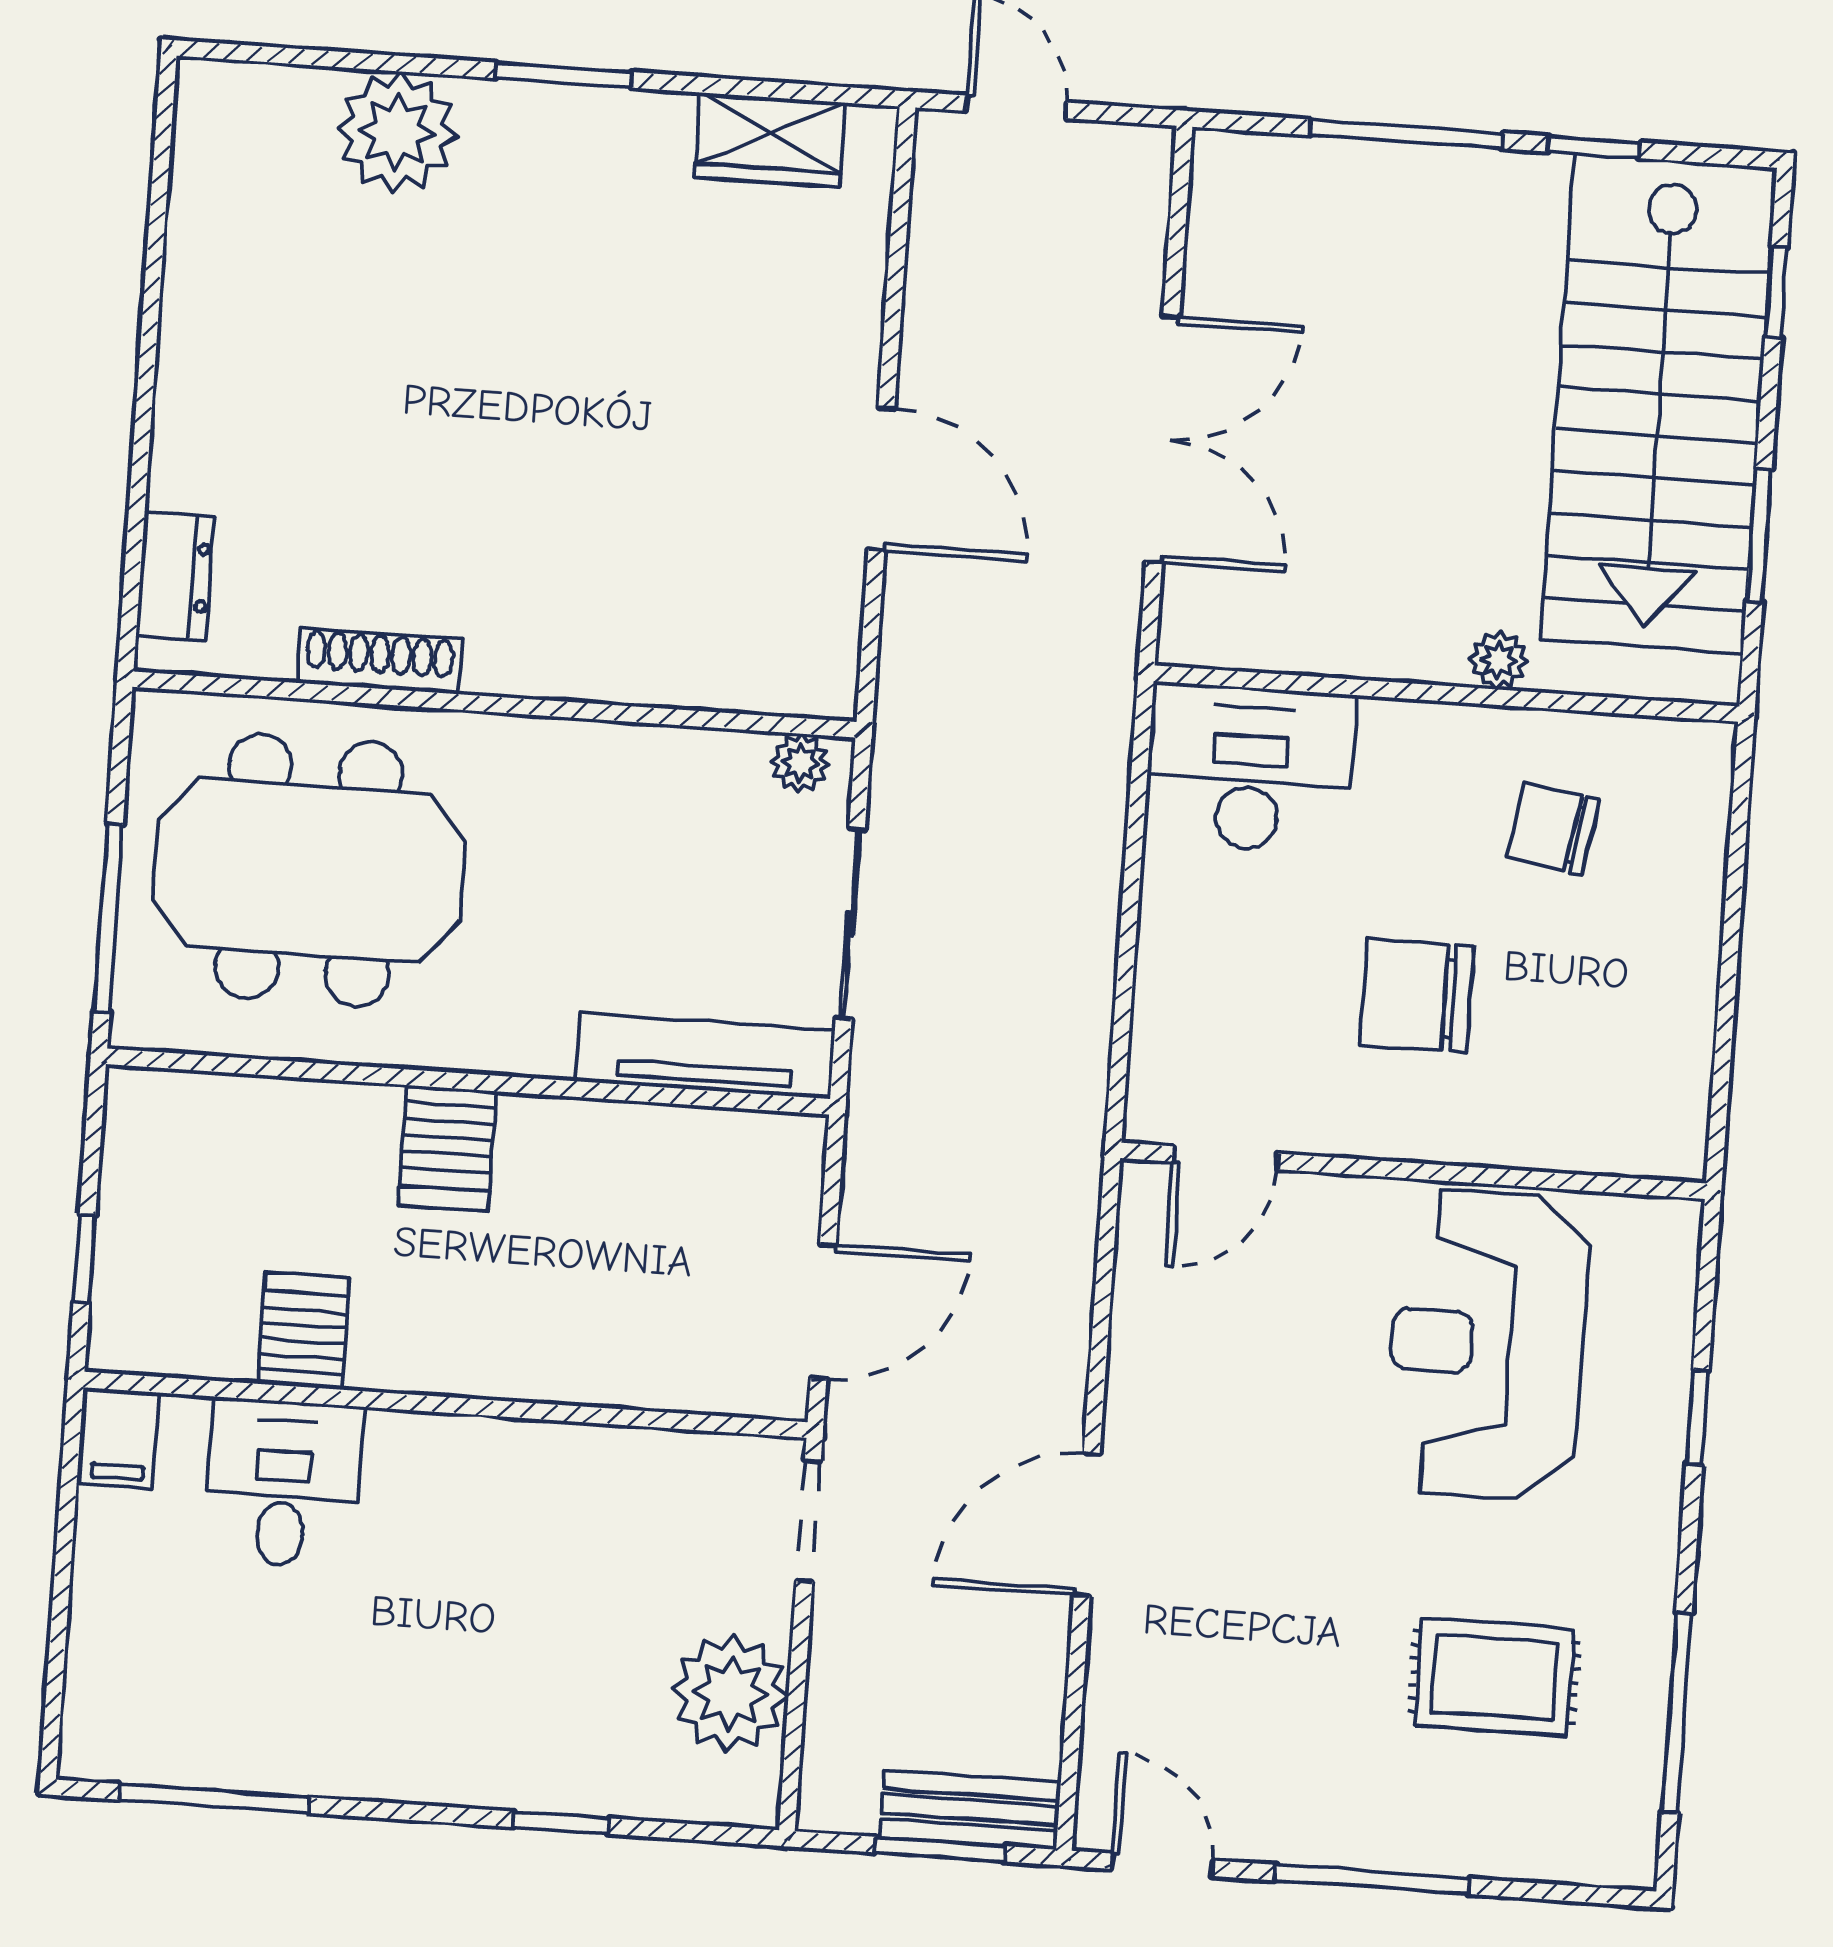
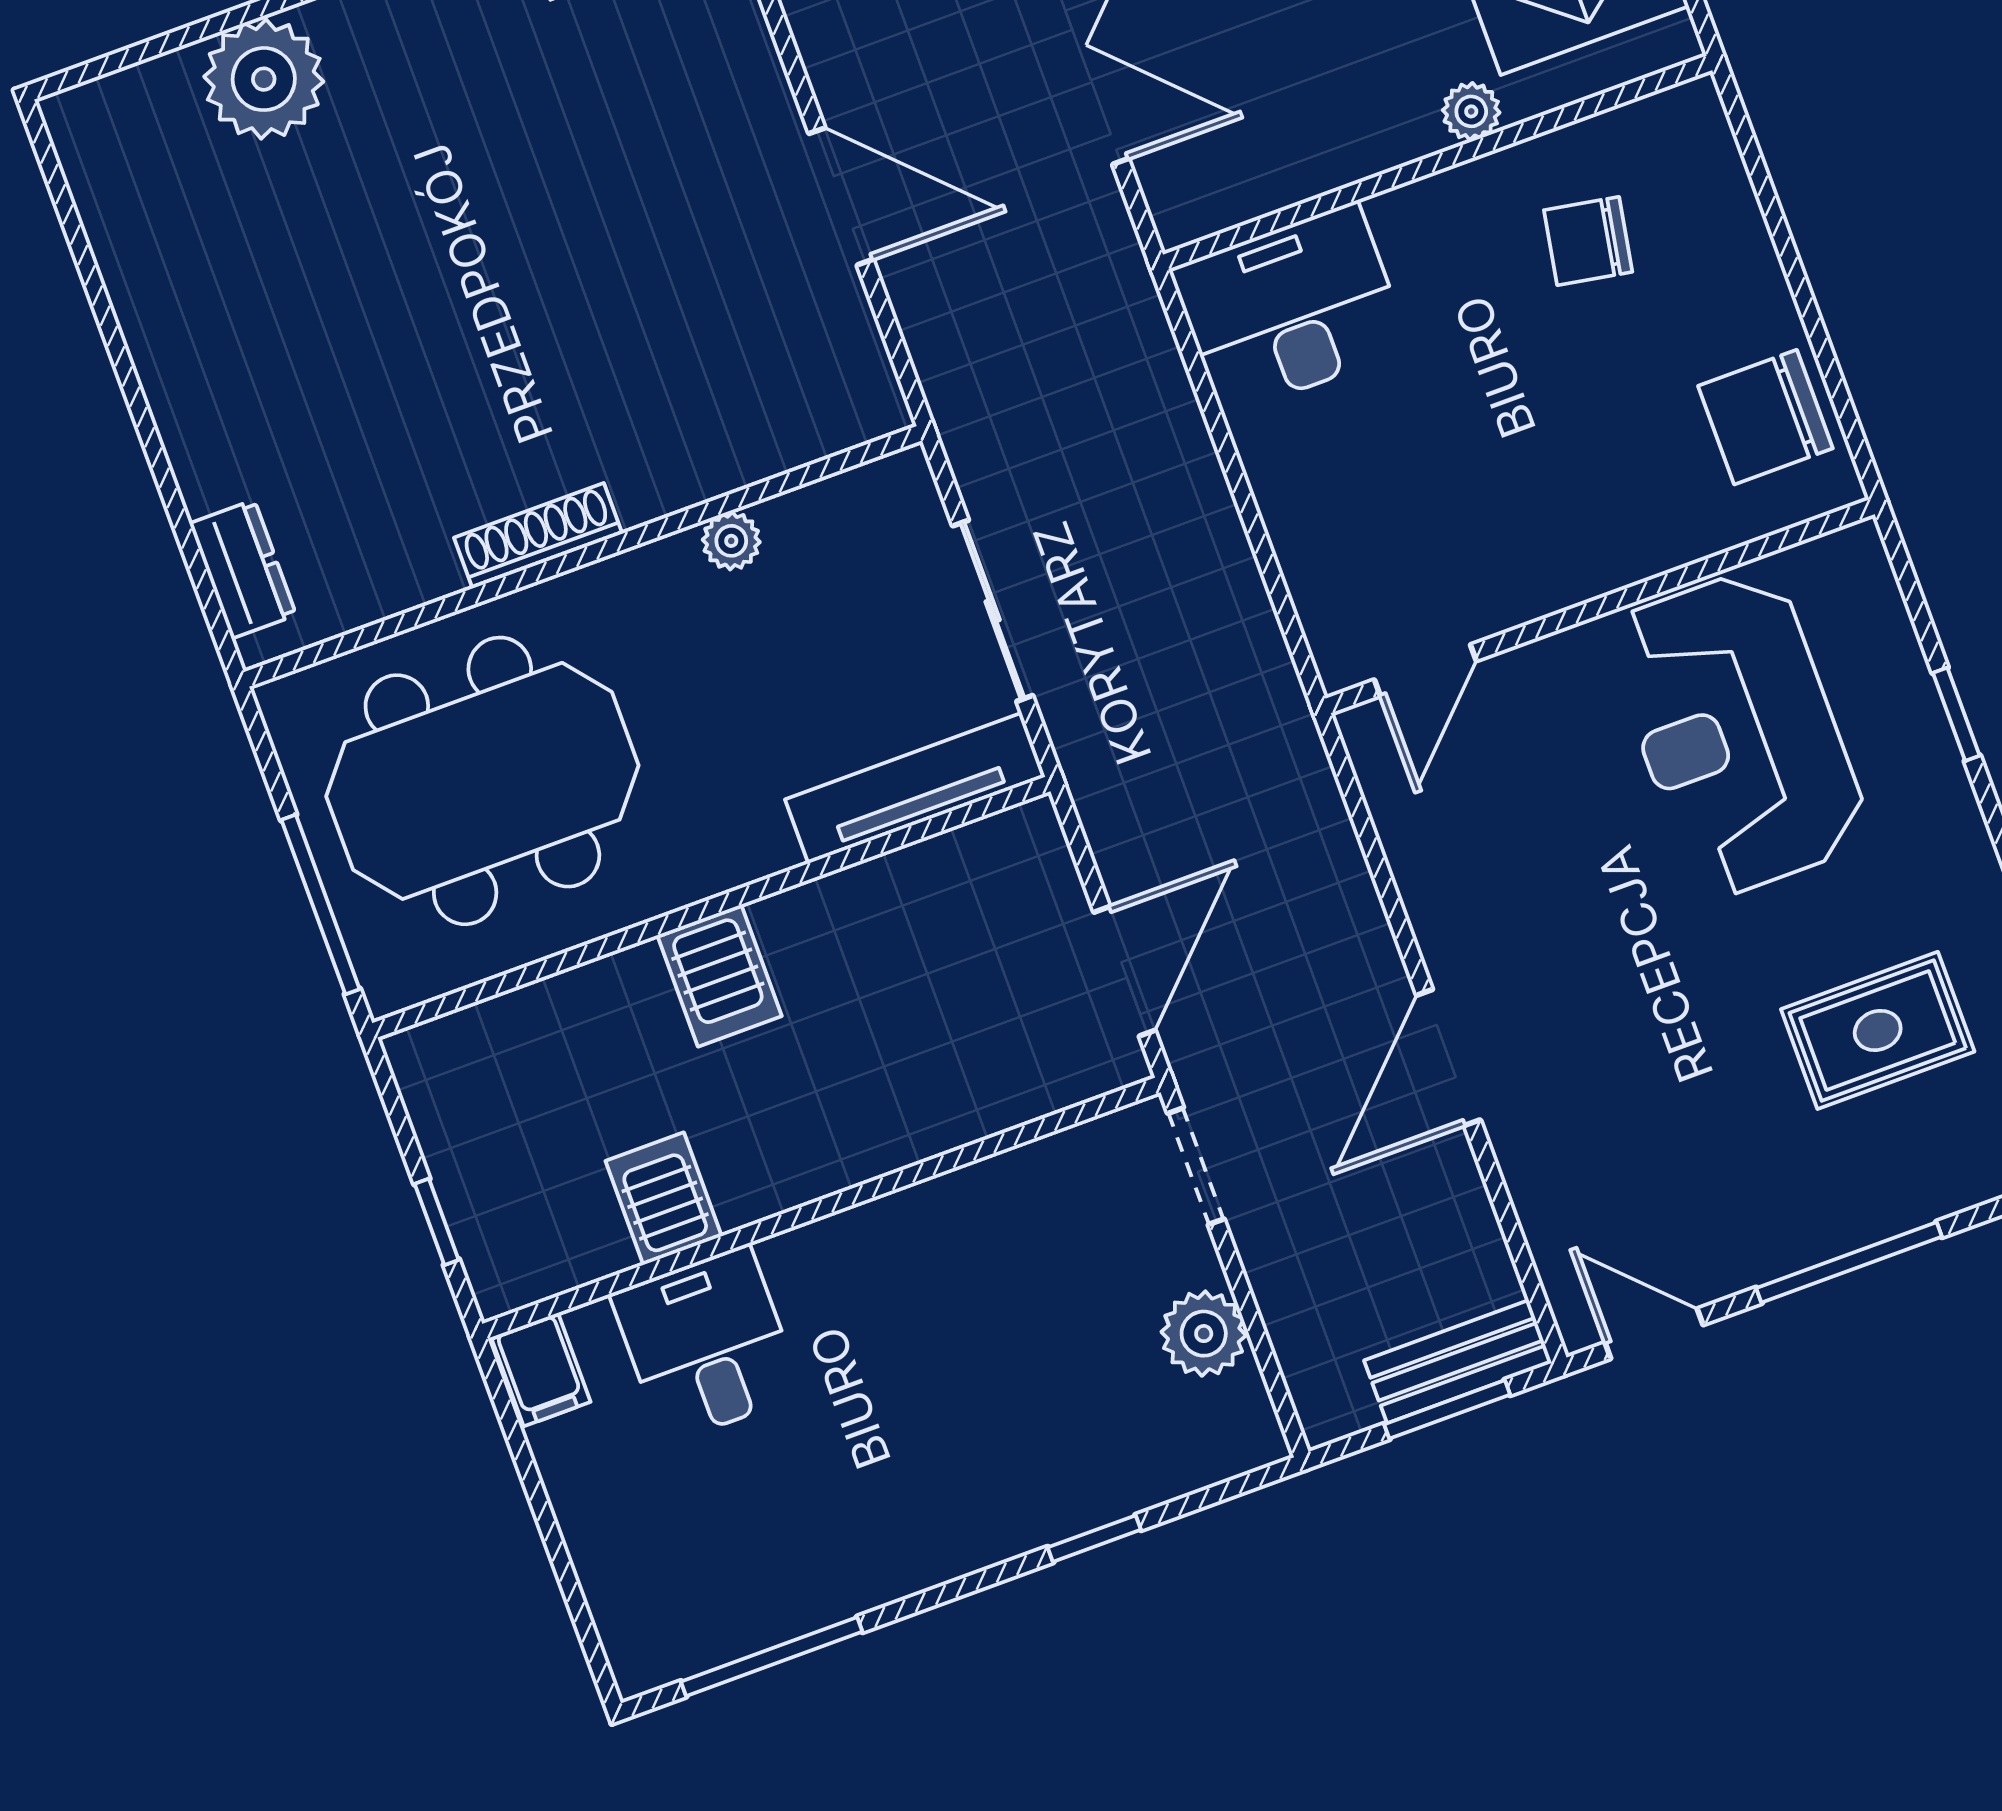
shoe rack: (379, 661) -> (538, 536), moved
plant: (800, 763) -> (731, 541), moved
chair: (1417, 995) -> (1765, 417), moved
plant: (730, 1693) -> (1204, 1334), width x0.73, depth x0.73

